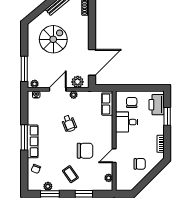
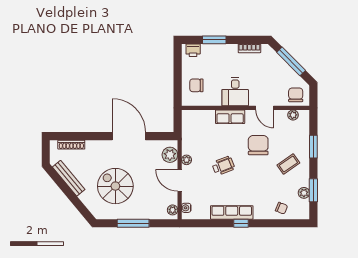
door: (92, 62) -> (129, 136), moved
window: (24, 69) -> (133, 223), moved
row of seats: (107, 104) -> (230, 117), moved
printer: (157, 105) -> (193, 50), width x0.53, depth x0.68
desk: (127, 122) -> (235, 92), moved
window: (24, 137) -> (241, 223), width x0.46
row of seats: (33, 141) -> (232, 212), moved
chair: (140, 164) -> (296, 95), moved
window: (150, 176) -> (291, 61), added

